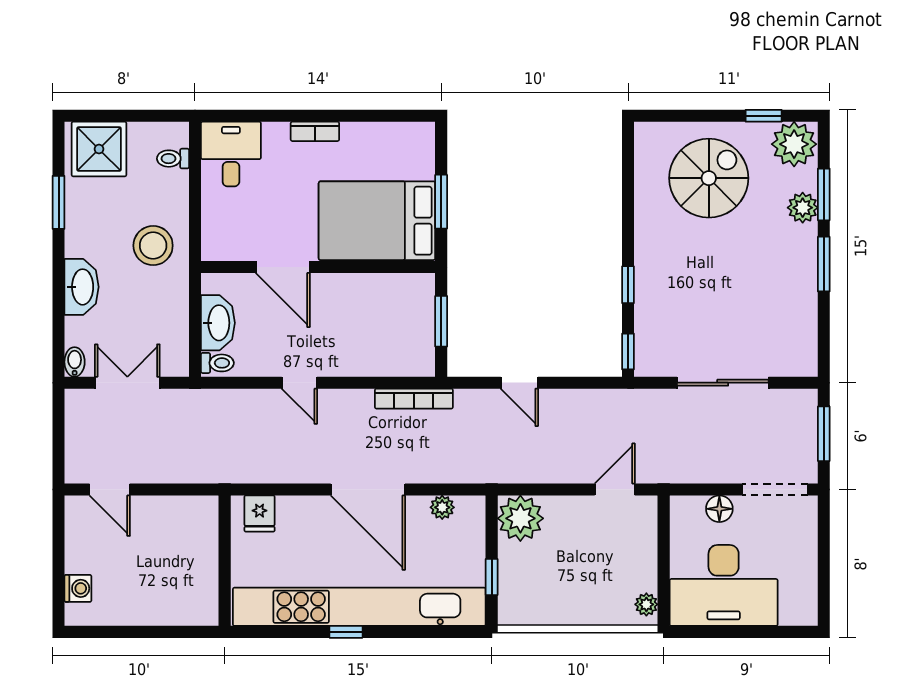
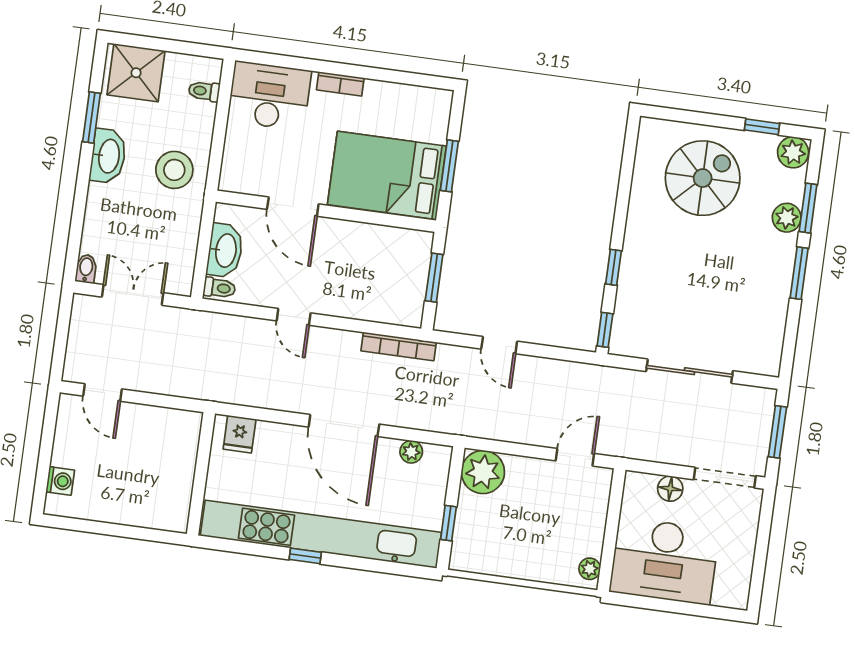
plant: (794, 144) -> (793, 152), width x0.73, depth x0.73
desk: (231, 154) -> (269, 96), width x1.37
washbasin: (82, 287) -> (108, 156), moved

